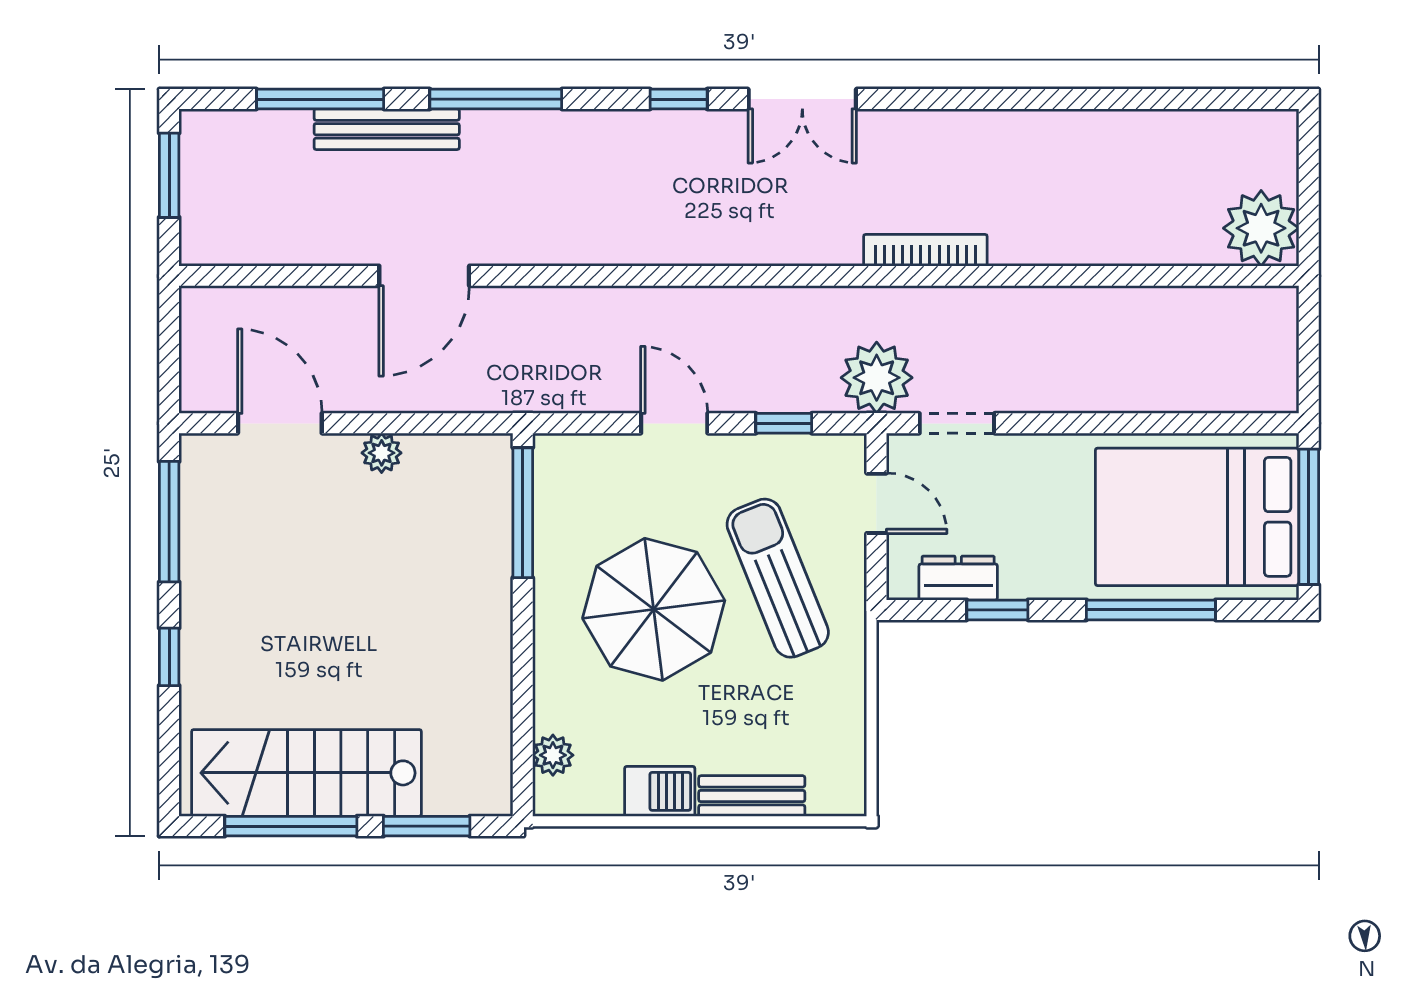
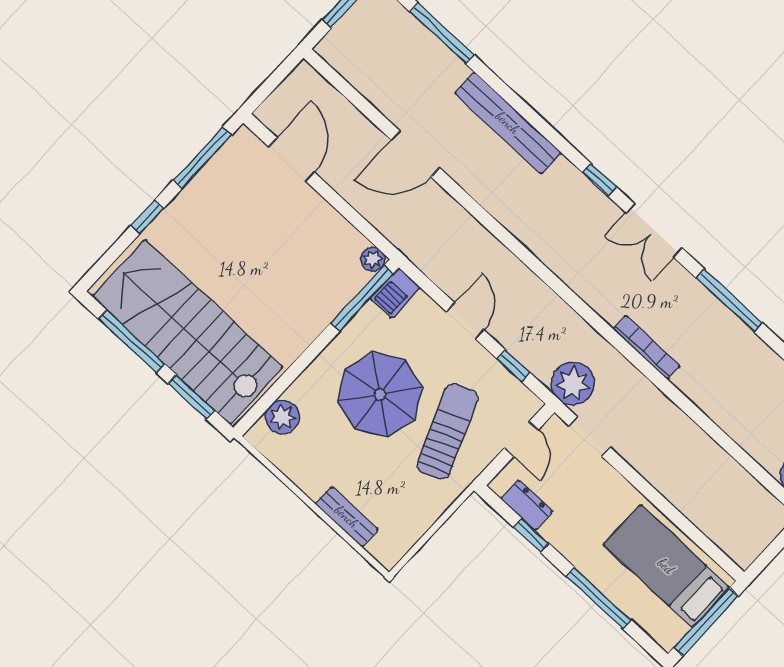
window: (496, 99) -> (729, 300), moved
bench: (387, 129) -> (508, 123), moved, width x1.37, depth x1.21
plant: (382, 453) -> (373, 259), moved
bed: (1197, 517) -> (666, 566), width x0.67
plant: (553, 755) -> (282, 417), width x1.38, depth x1.38
stairs: (306, 773) -> (187, 332), width x1.36, depth x1.51
barbecue: (660, 791) -> (395, 293), moved, turned 90

